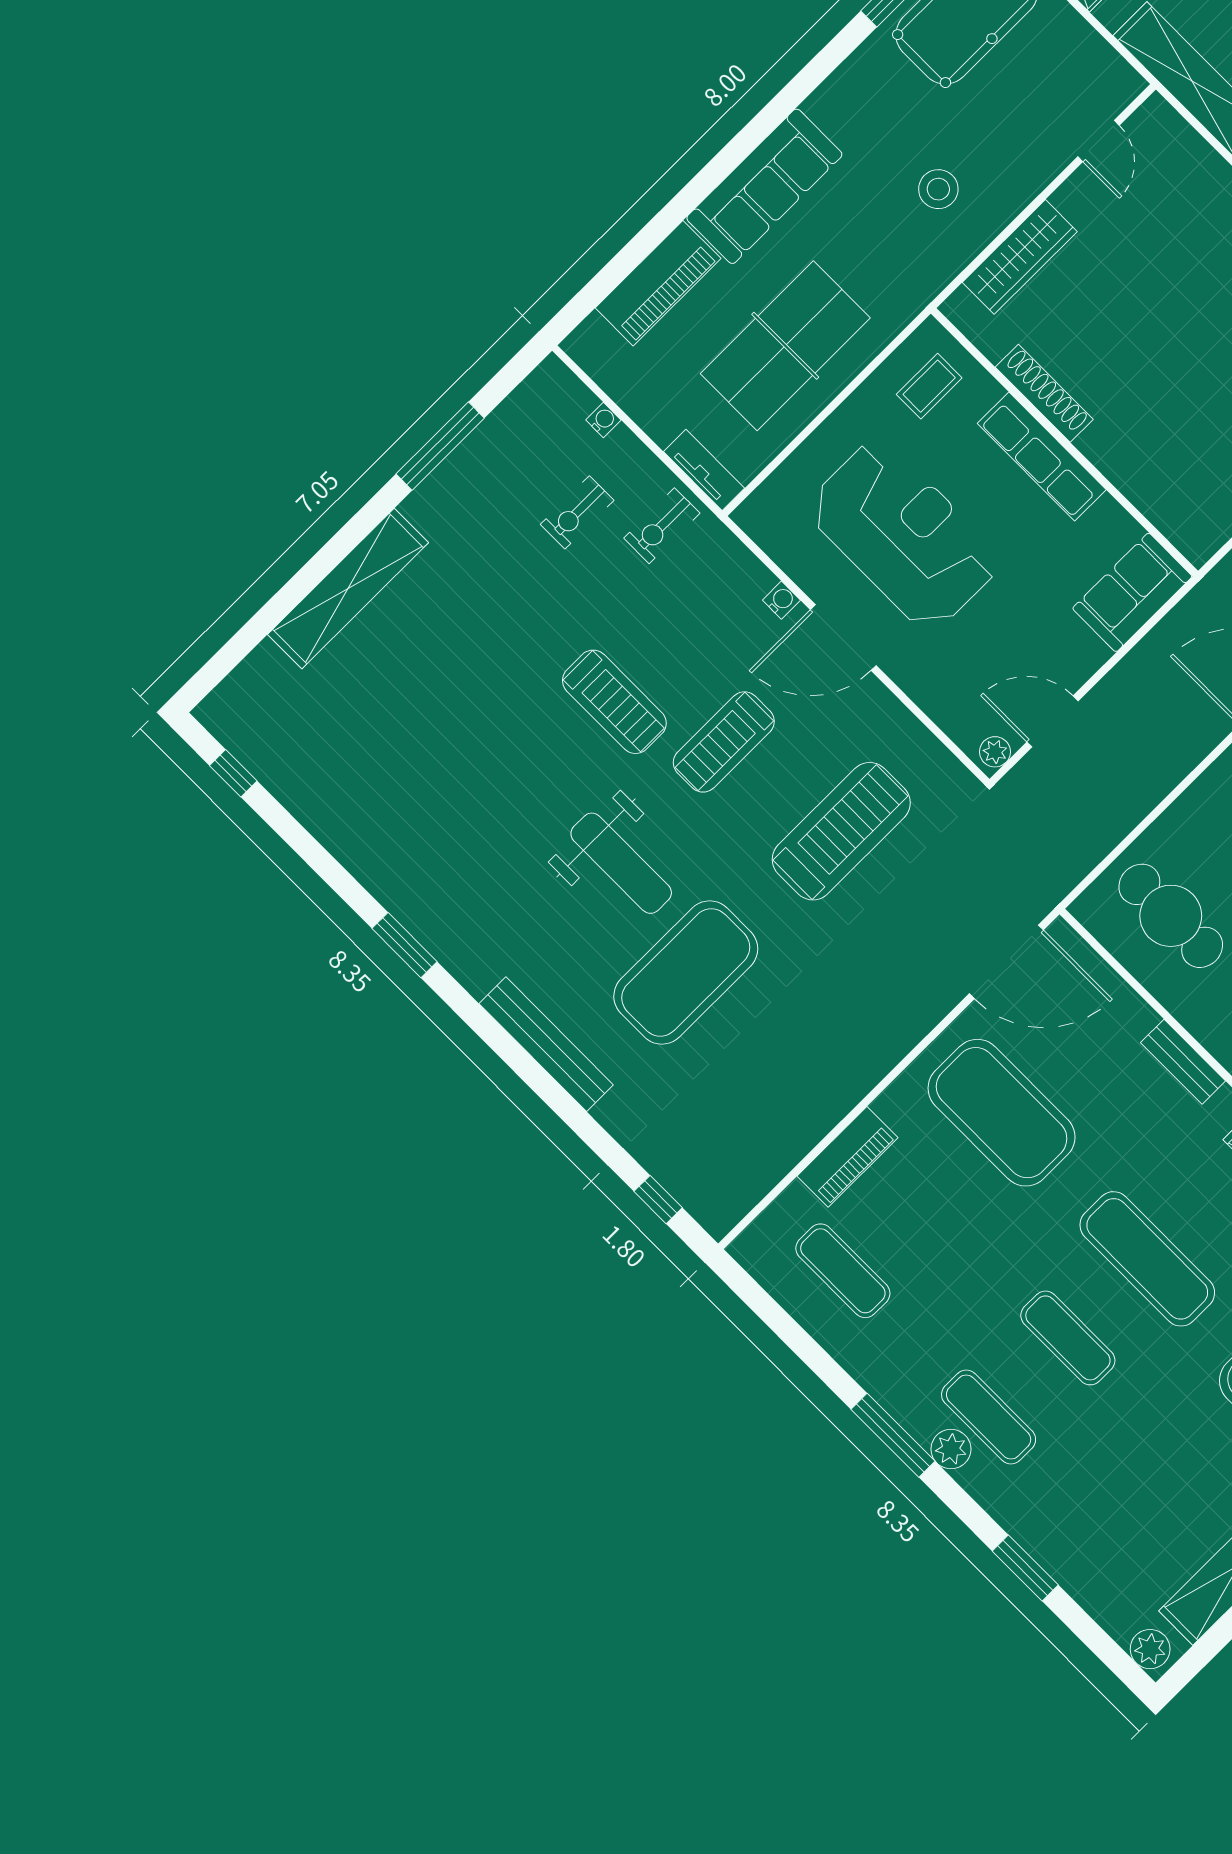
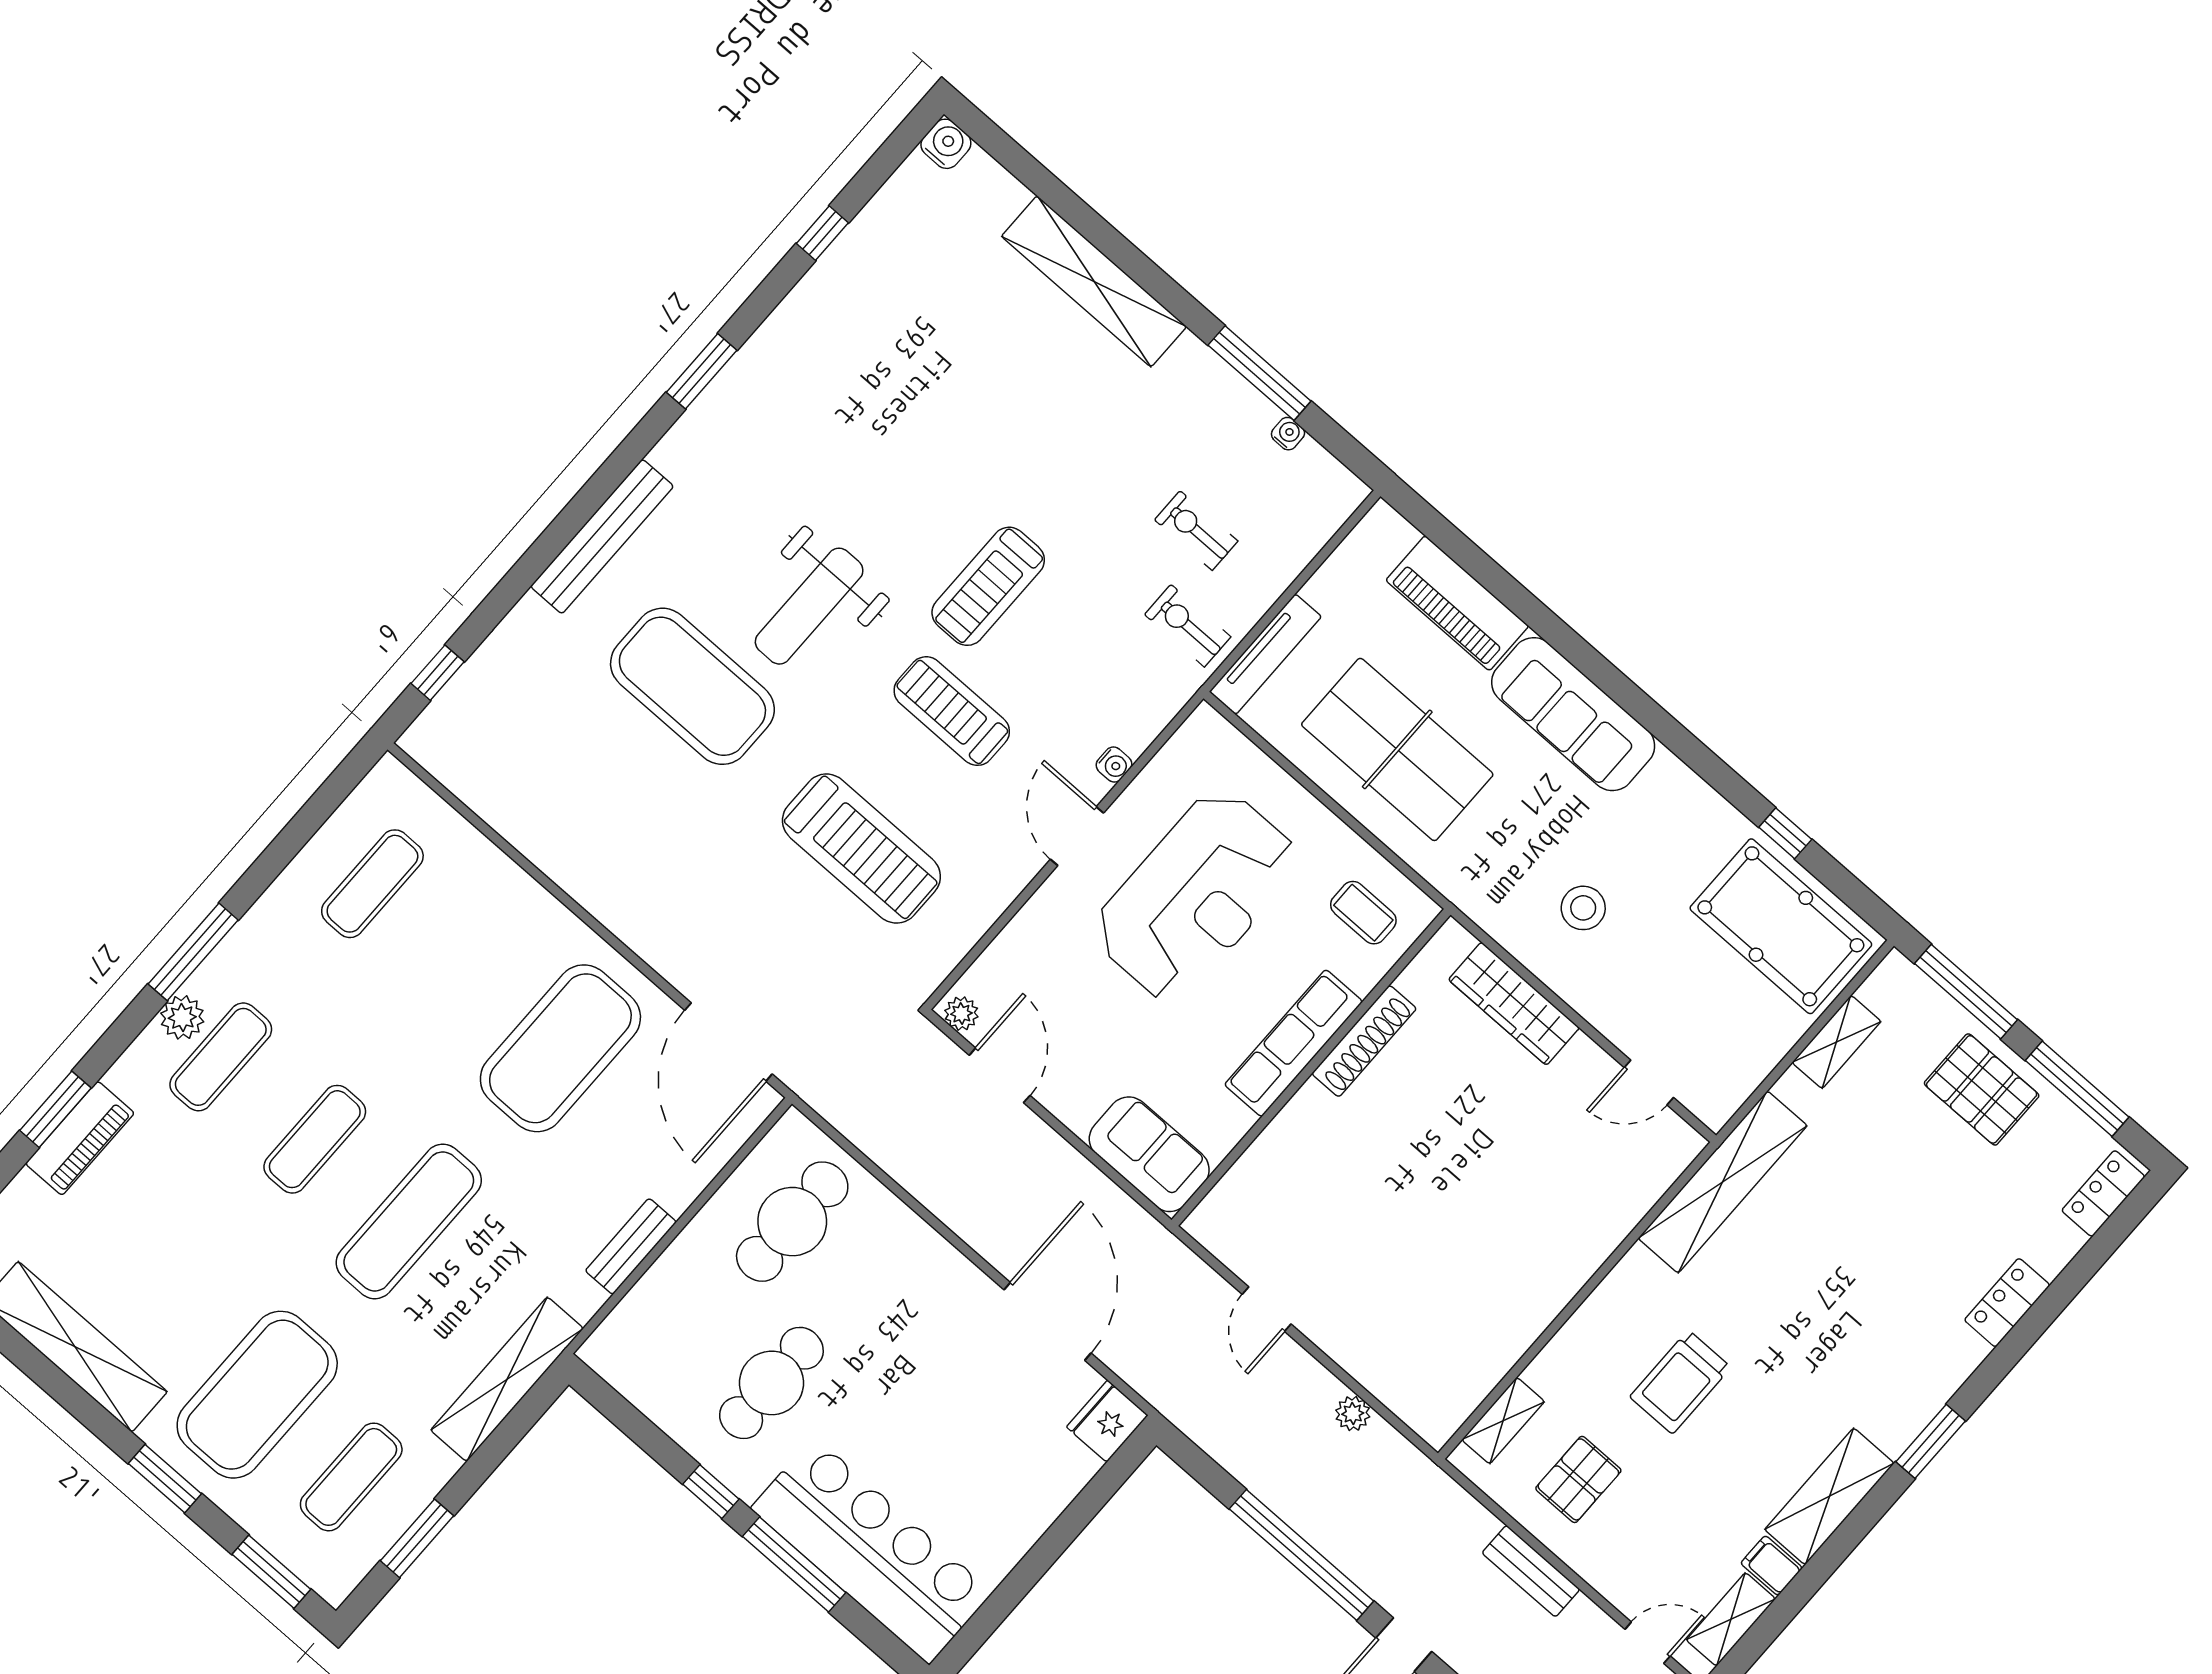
water cooler: (603, 420) -> (1288, 434), moved, turned -90
tv unit: (704, 470) -> (1265, 654), width x1.41
door: (843, 638) -> (1077, 836), width x0.73
water cooler: (216, 713) -> (946, 144), added
window: (233, 773) -> (822, 233), moved
piano: (847, 1157) -> (80, 1138), moved, turned -90

